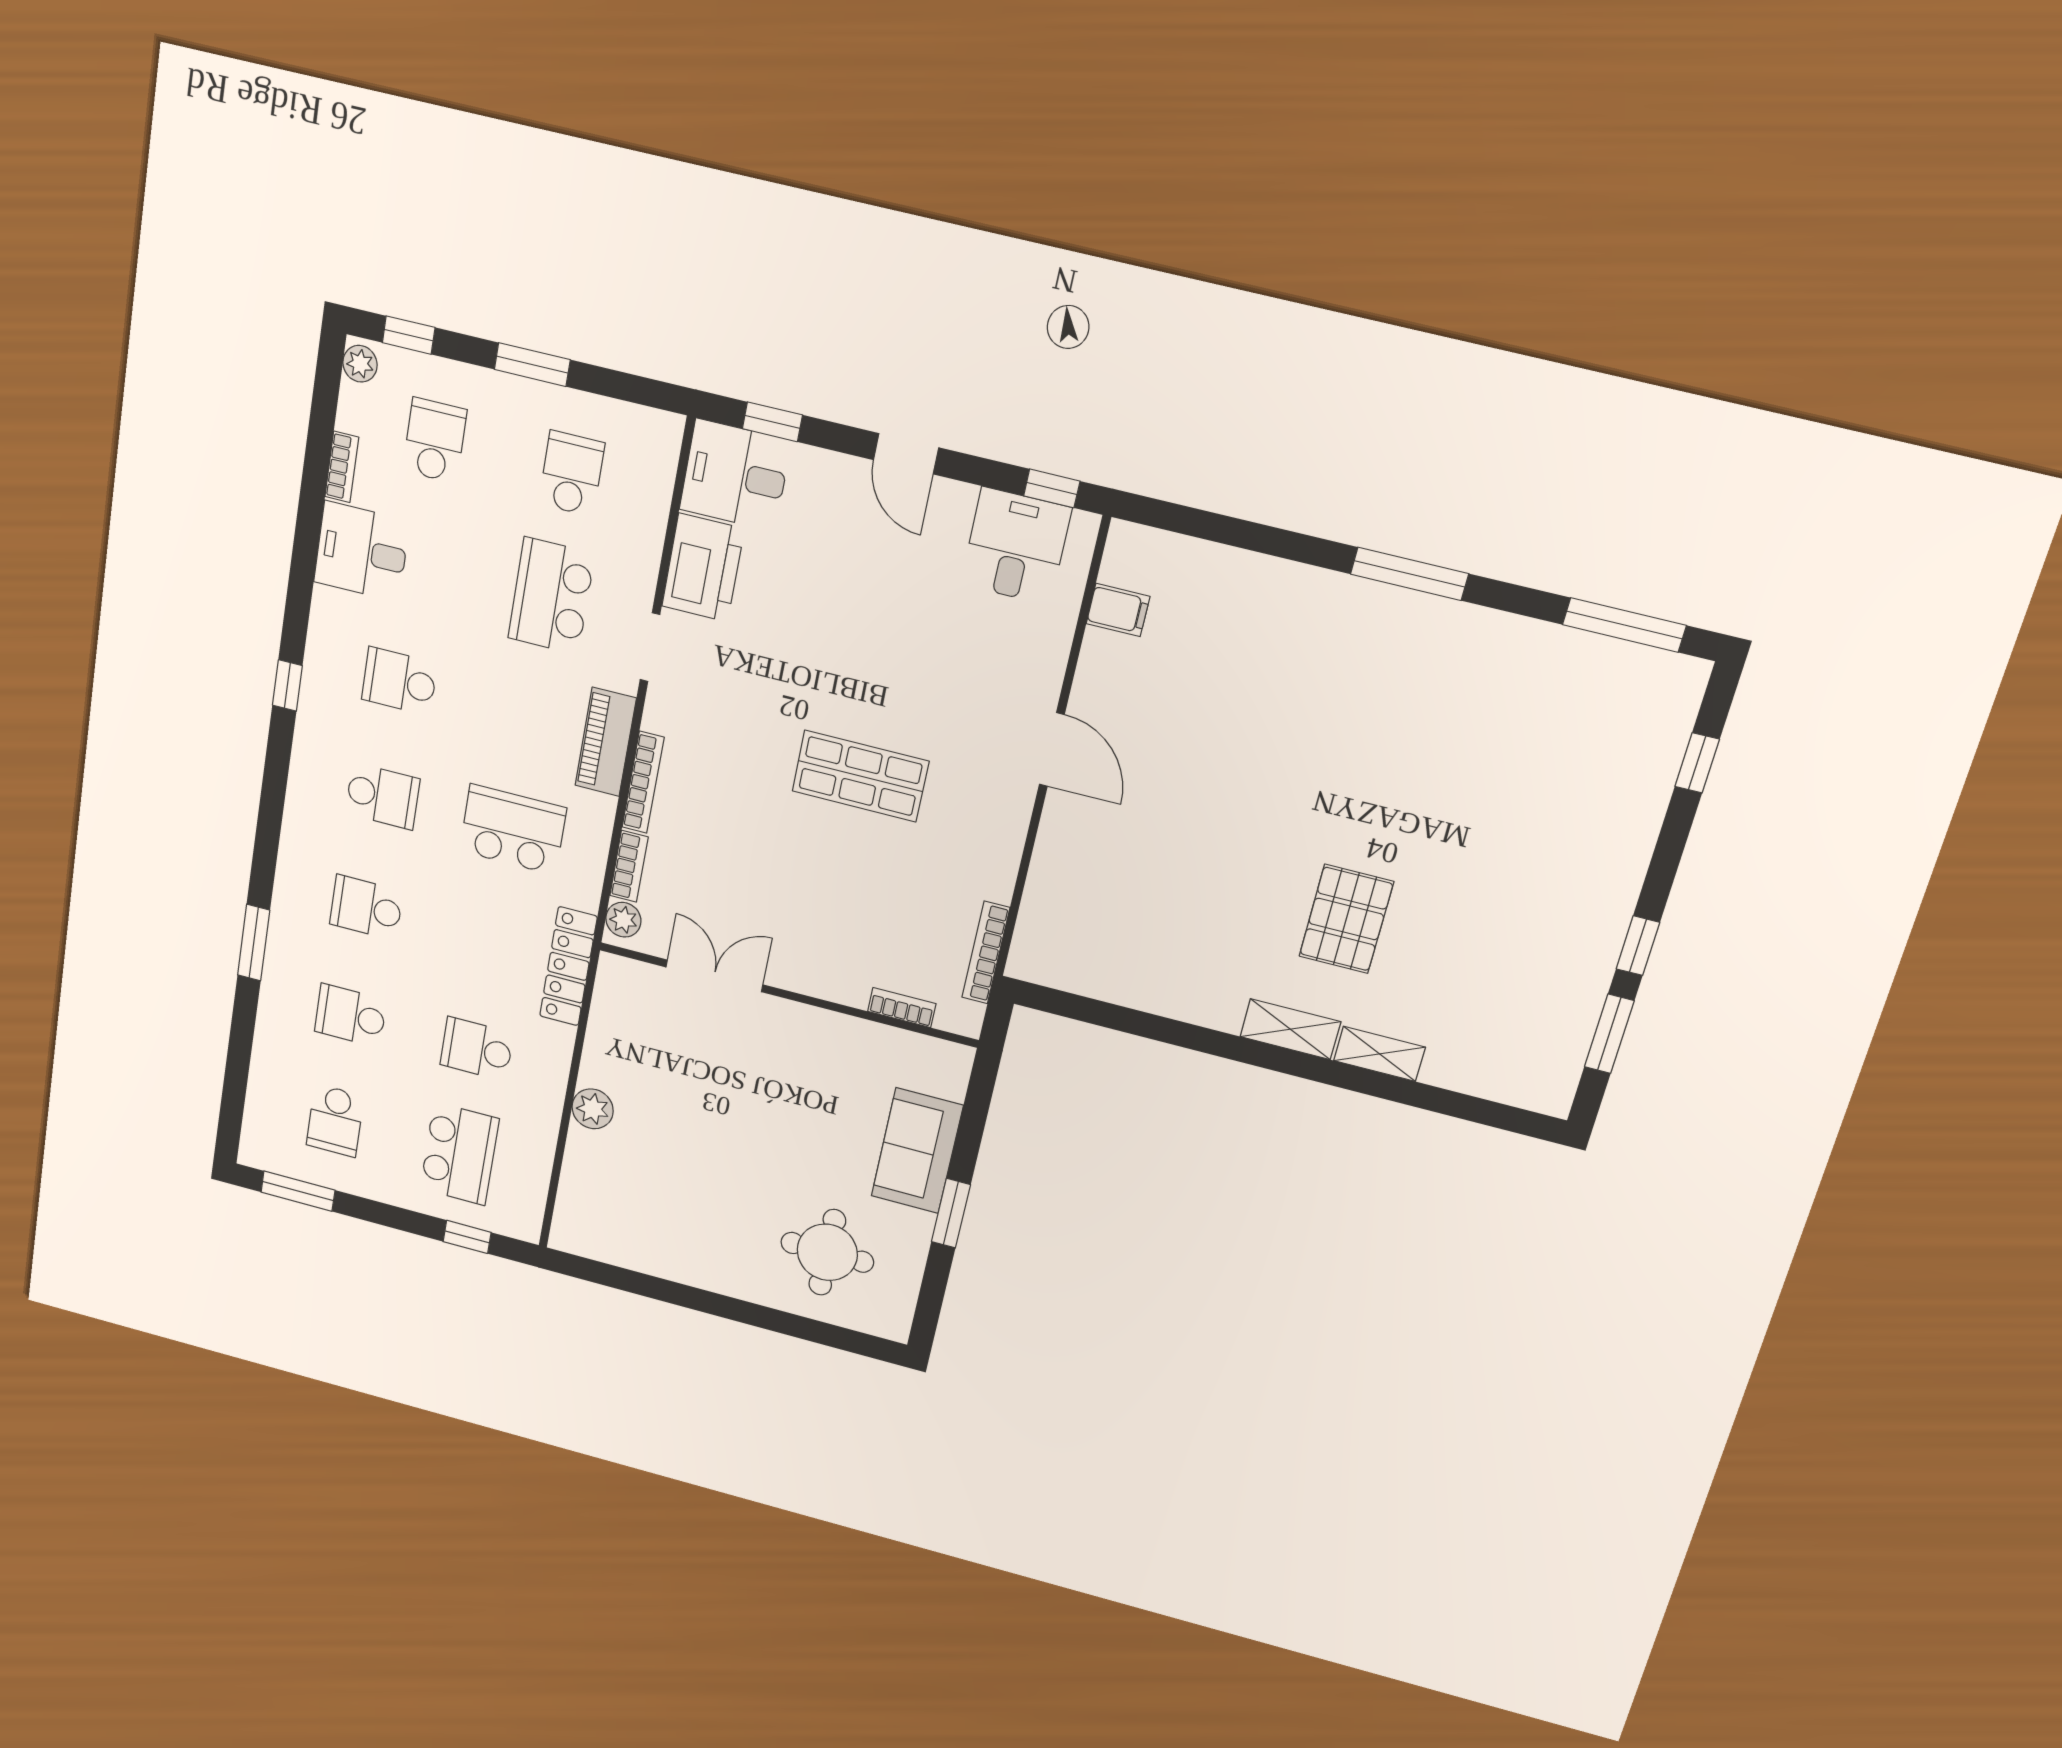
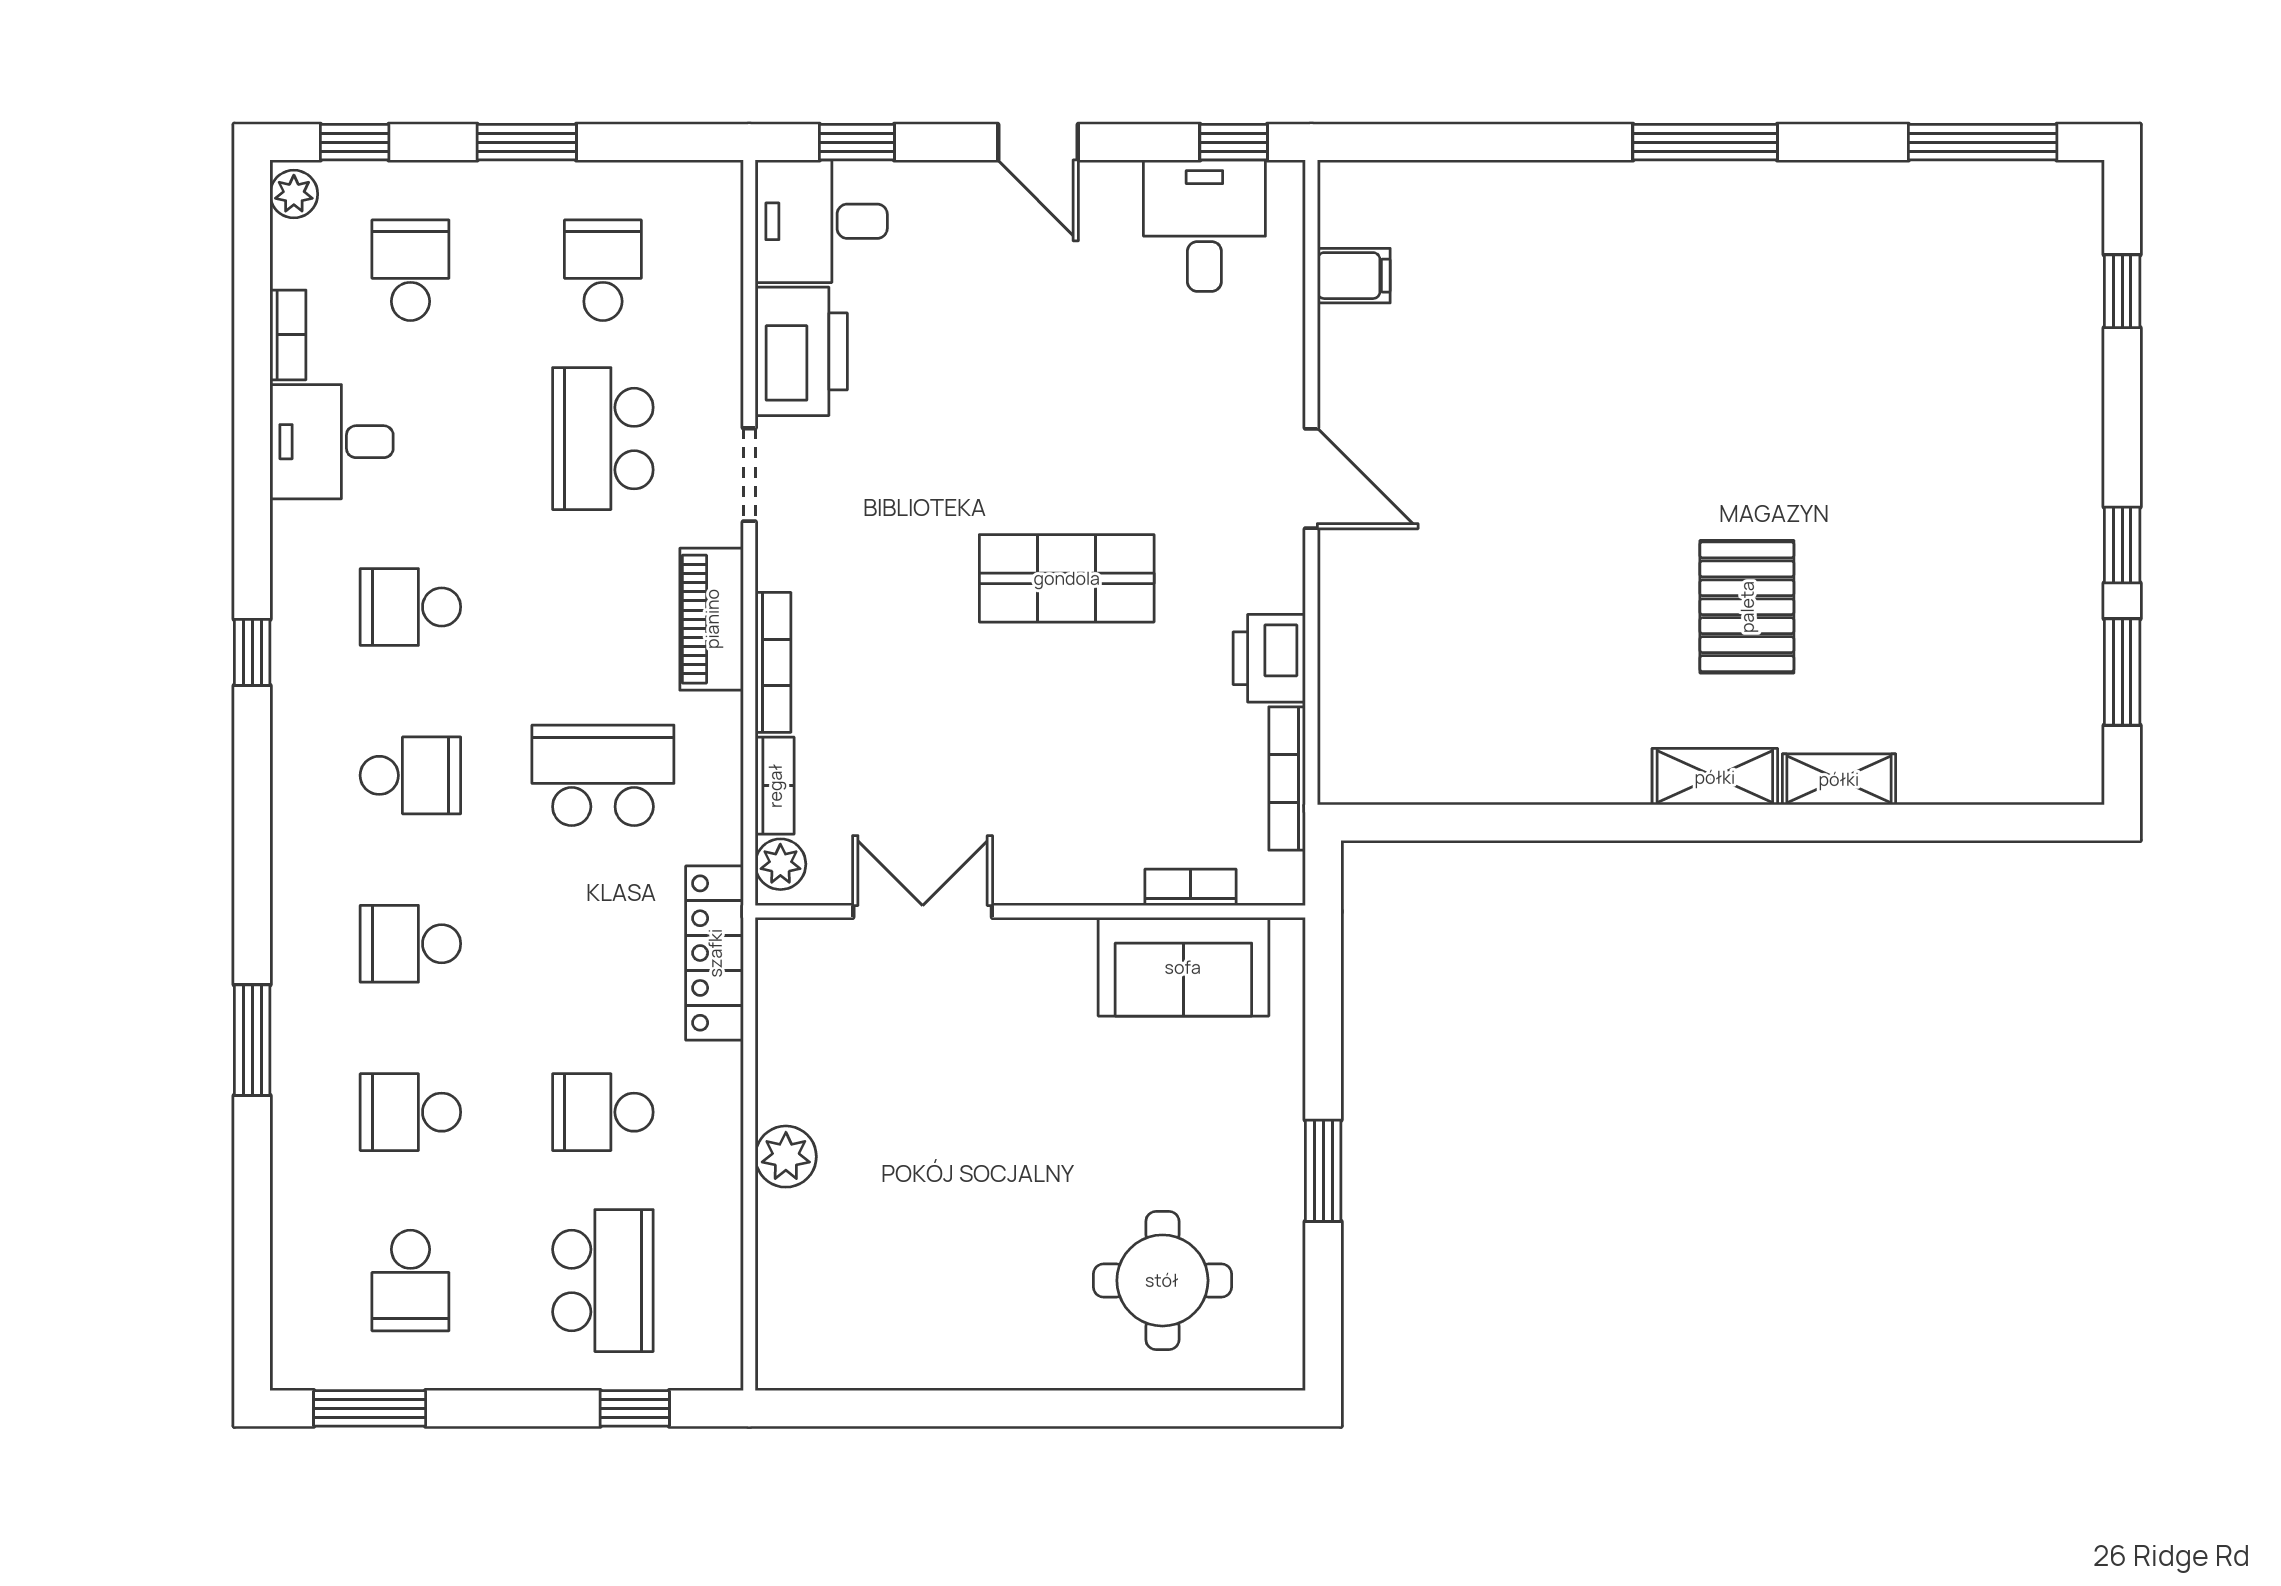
printer: (992, 868) -> (1269, 658), added
sofa: (917, 1151) -> (1183, 967), moved, turned -90

